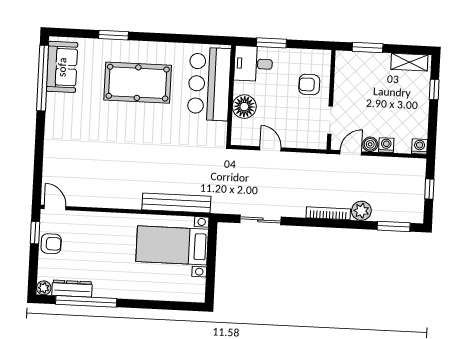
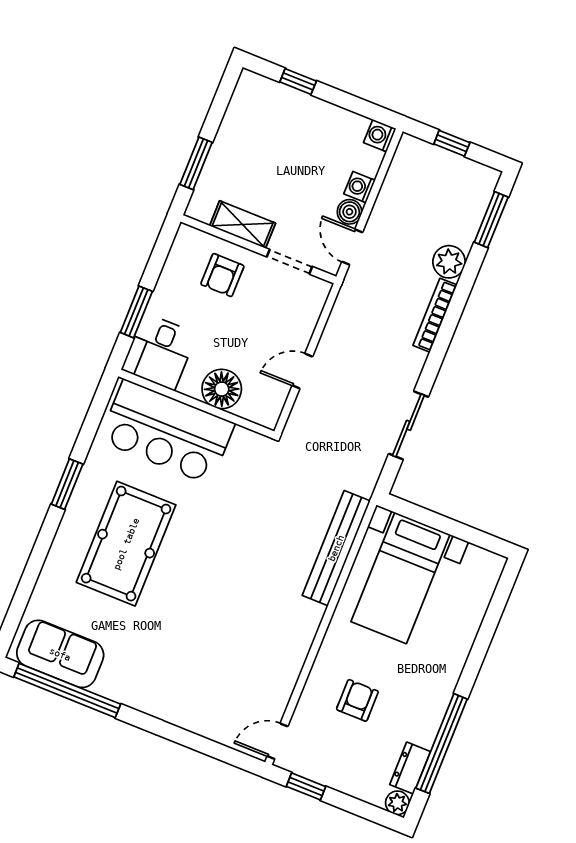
window: (113, 35) -> (67, 484), moved
shelving: (409, 62) -> (243, 224), moved, turned 90
armchair: (51, 244) -> (357, 700), moved
dresser: (72, 289) -> (410, 768), width x0.70

